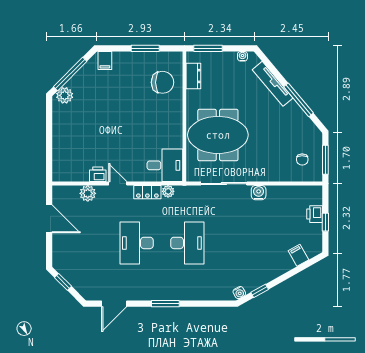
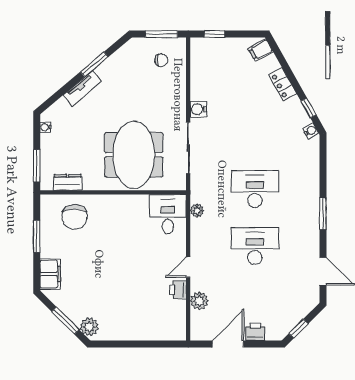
filing cabinet: (105, 60) -> (50, 274), width x2.00
window: (70, 74) -> (65, 321), width x0.69
chair: (163, 82) -> (75, 217), turned 180
tv unit: (273, 84) -> (82, 88), width x0.71
window: (299, 100) -> (94, 64), width x0.69
locker: (147, 192) -> (283, 84), moved, turned 151
printer: (315, 214) -> (255, 332), moved, turned 180
window: (325, 222) -> (215, 34), moved
desk: (137, 243) -> (255, 246), turned 180
filing cabinet: (298, 255) -> (261, 50), moved

